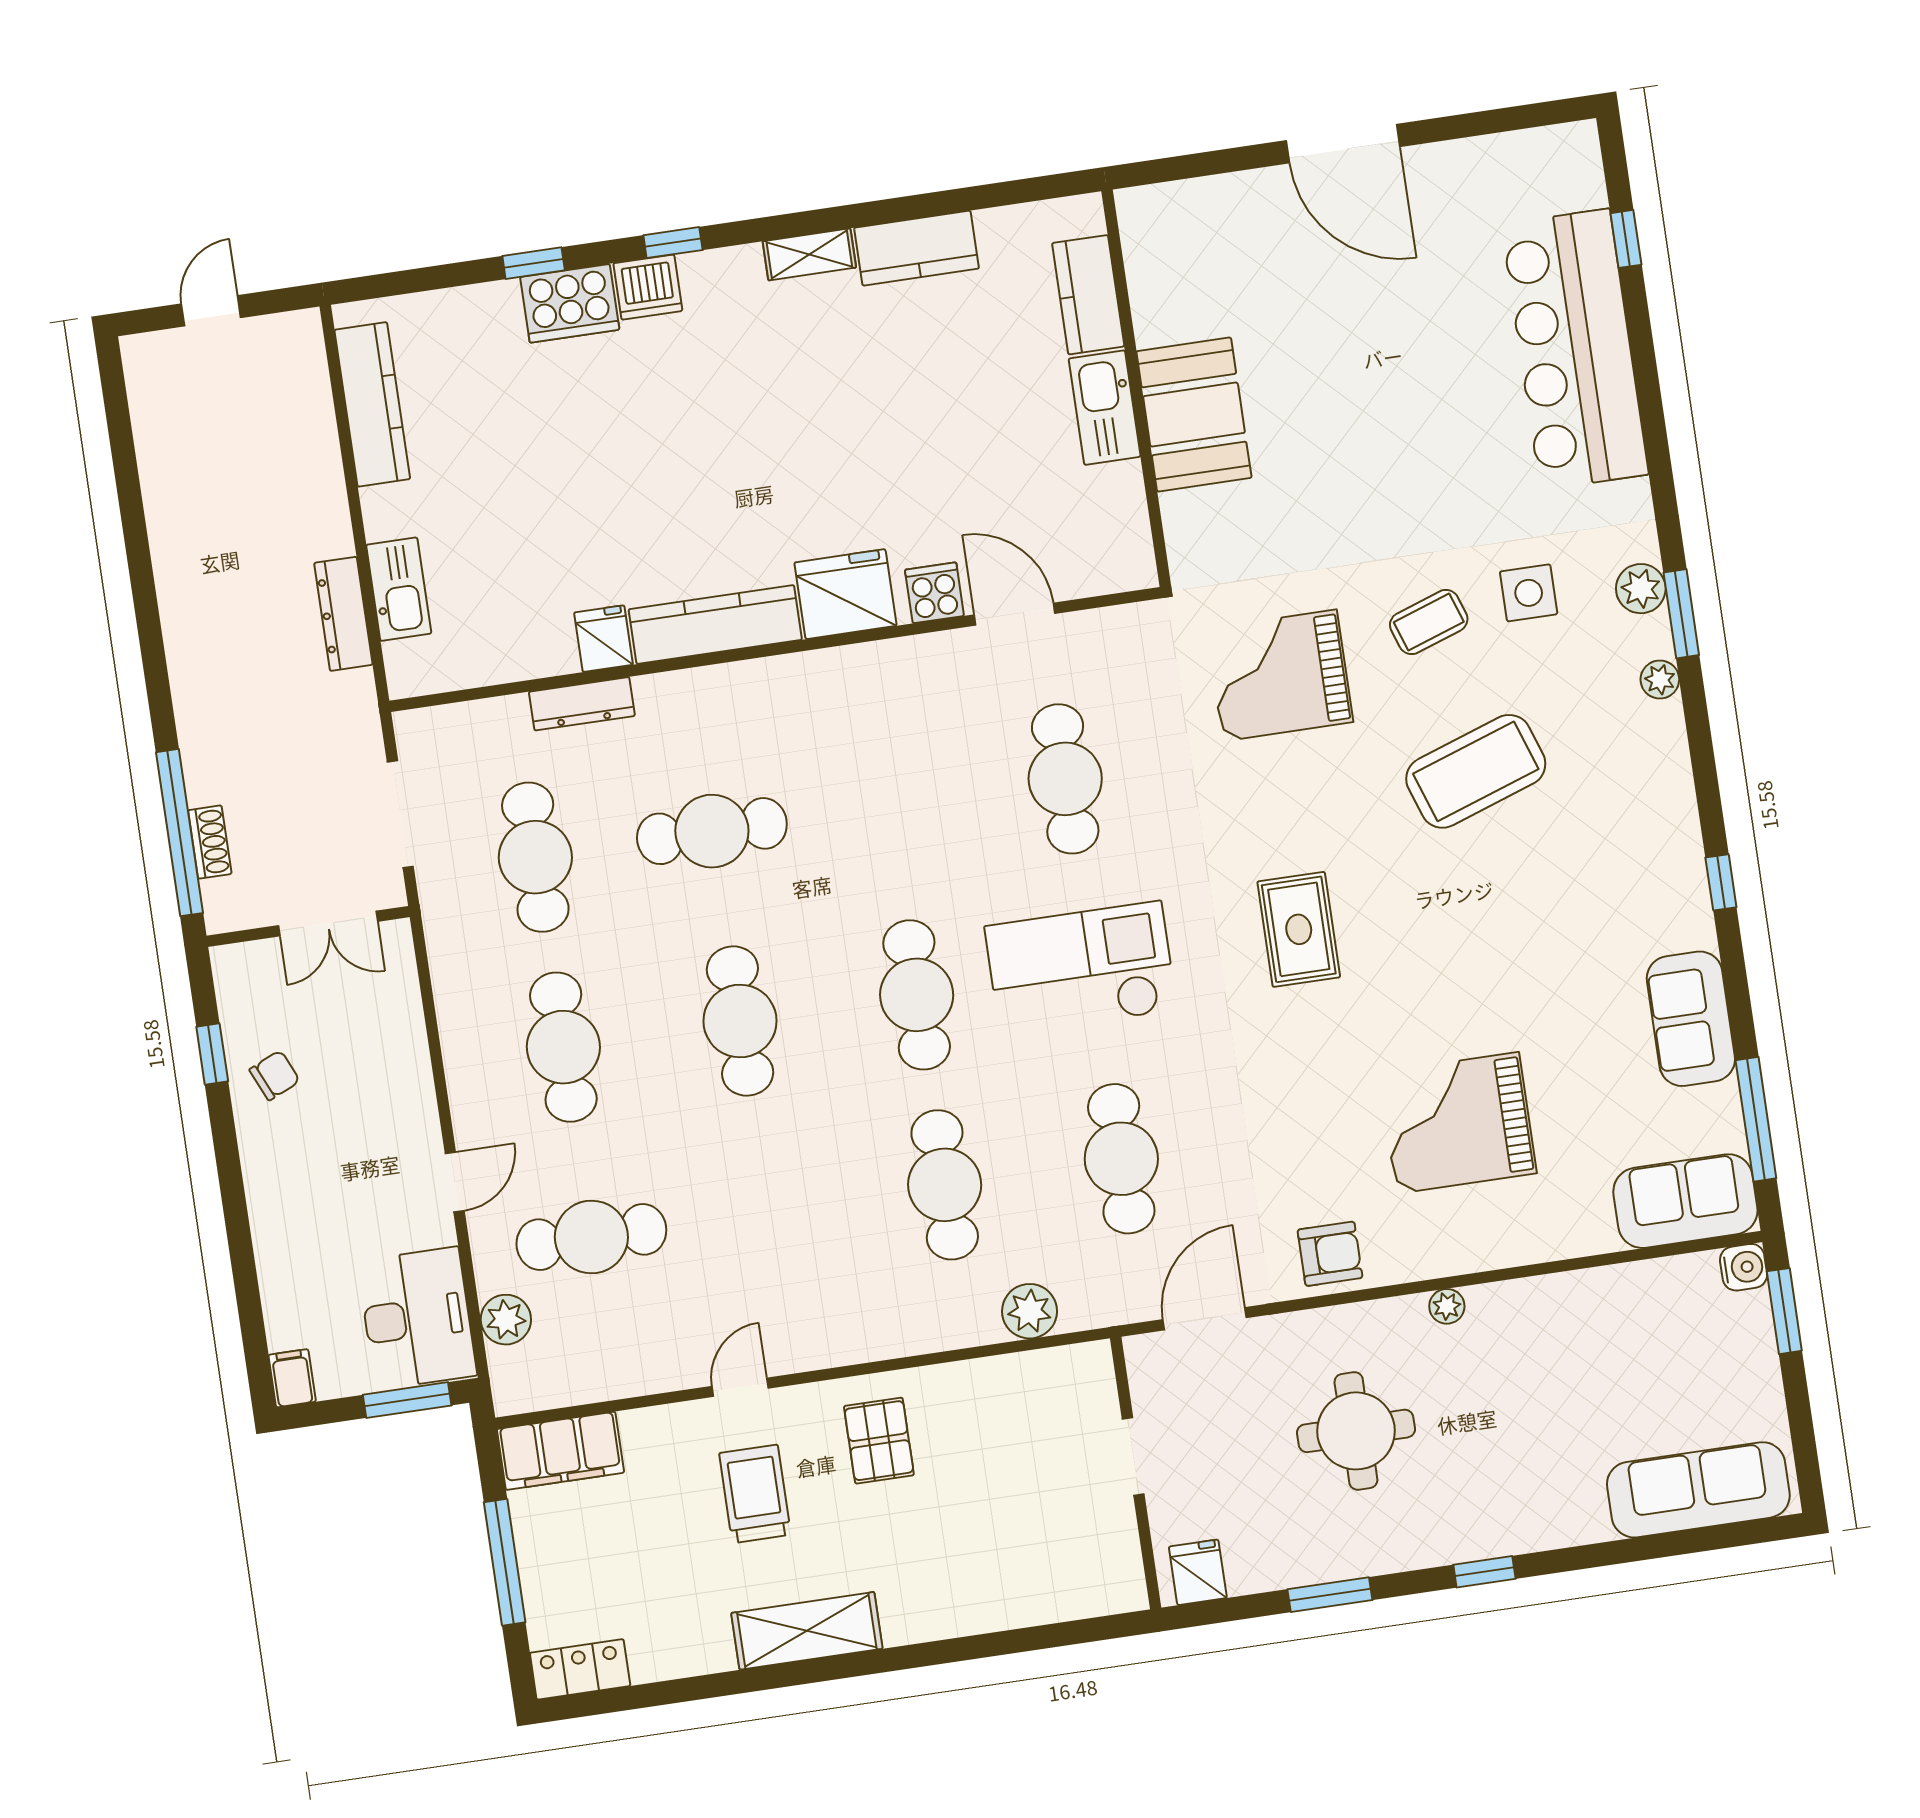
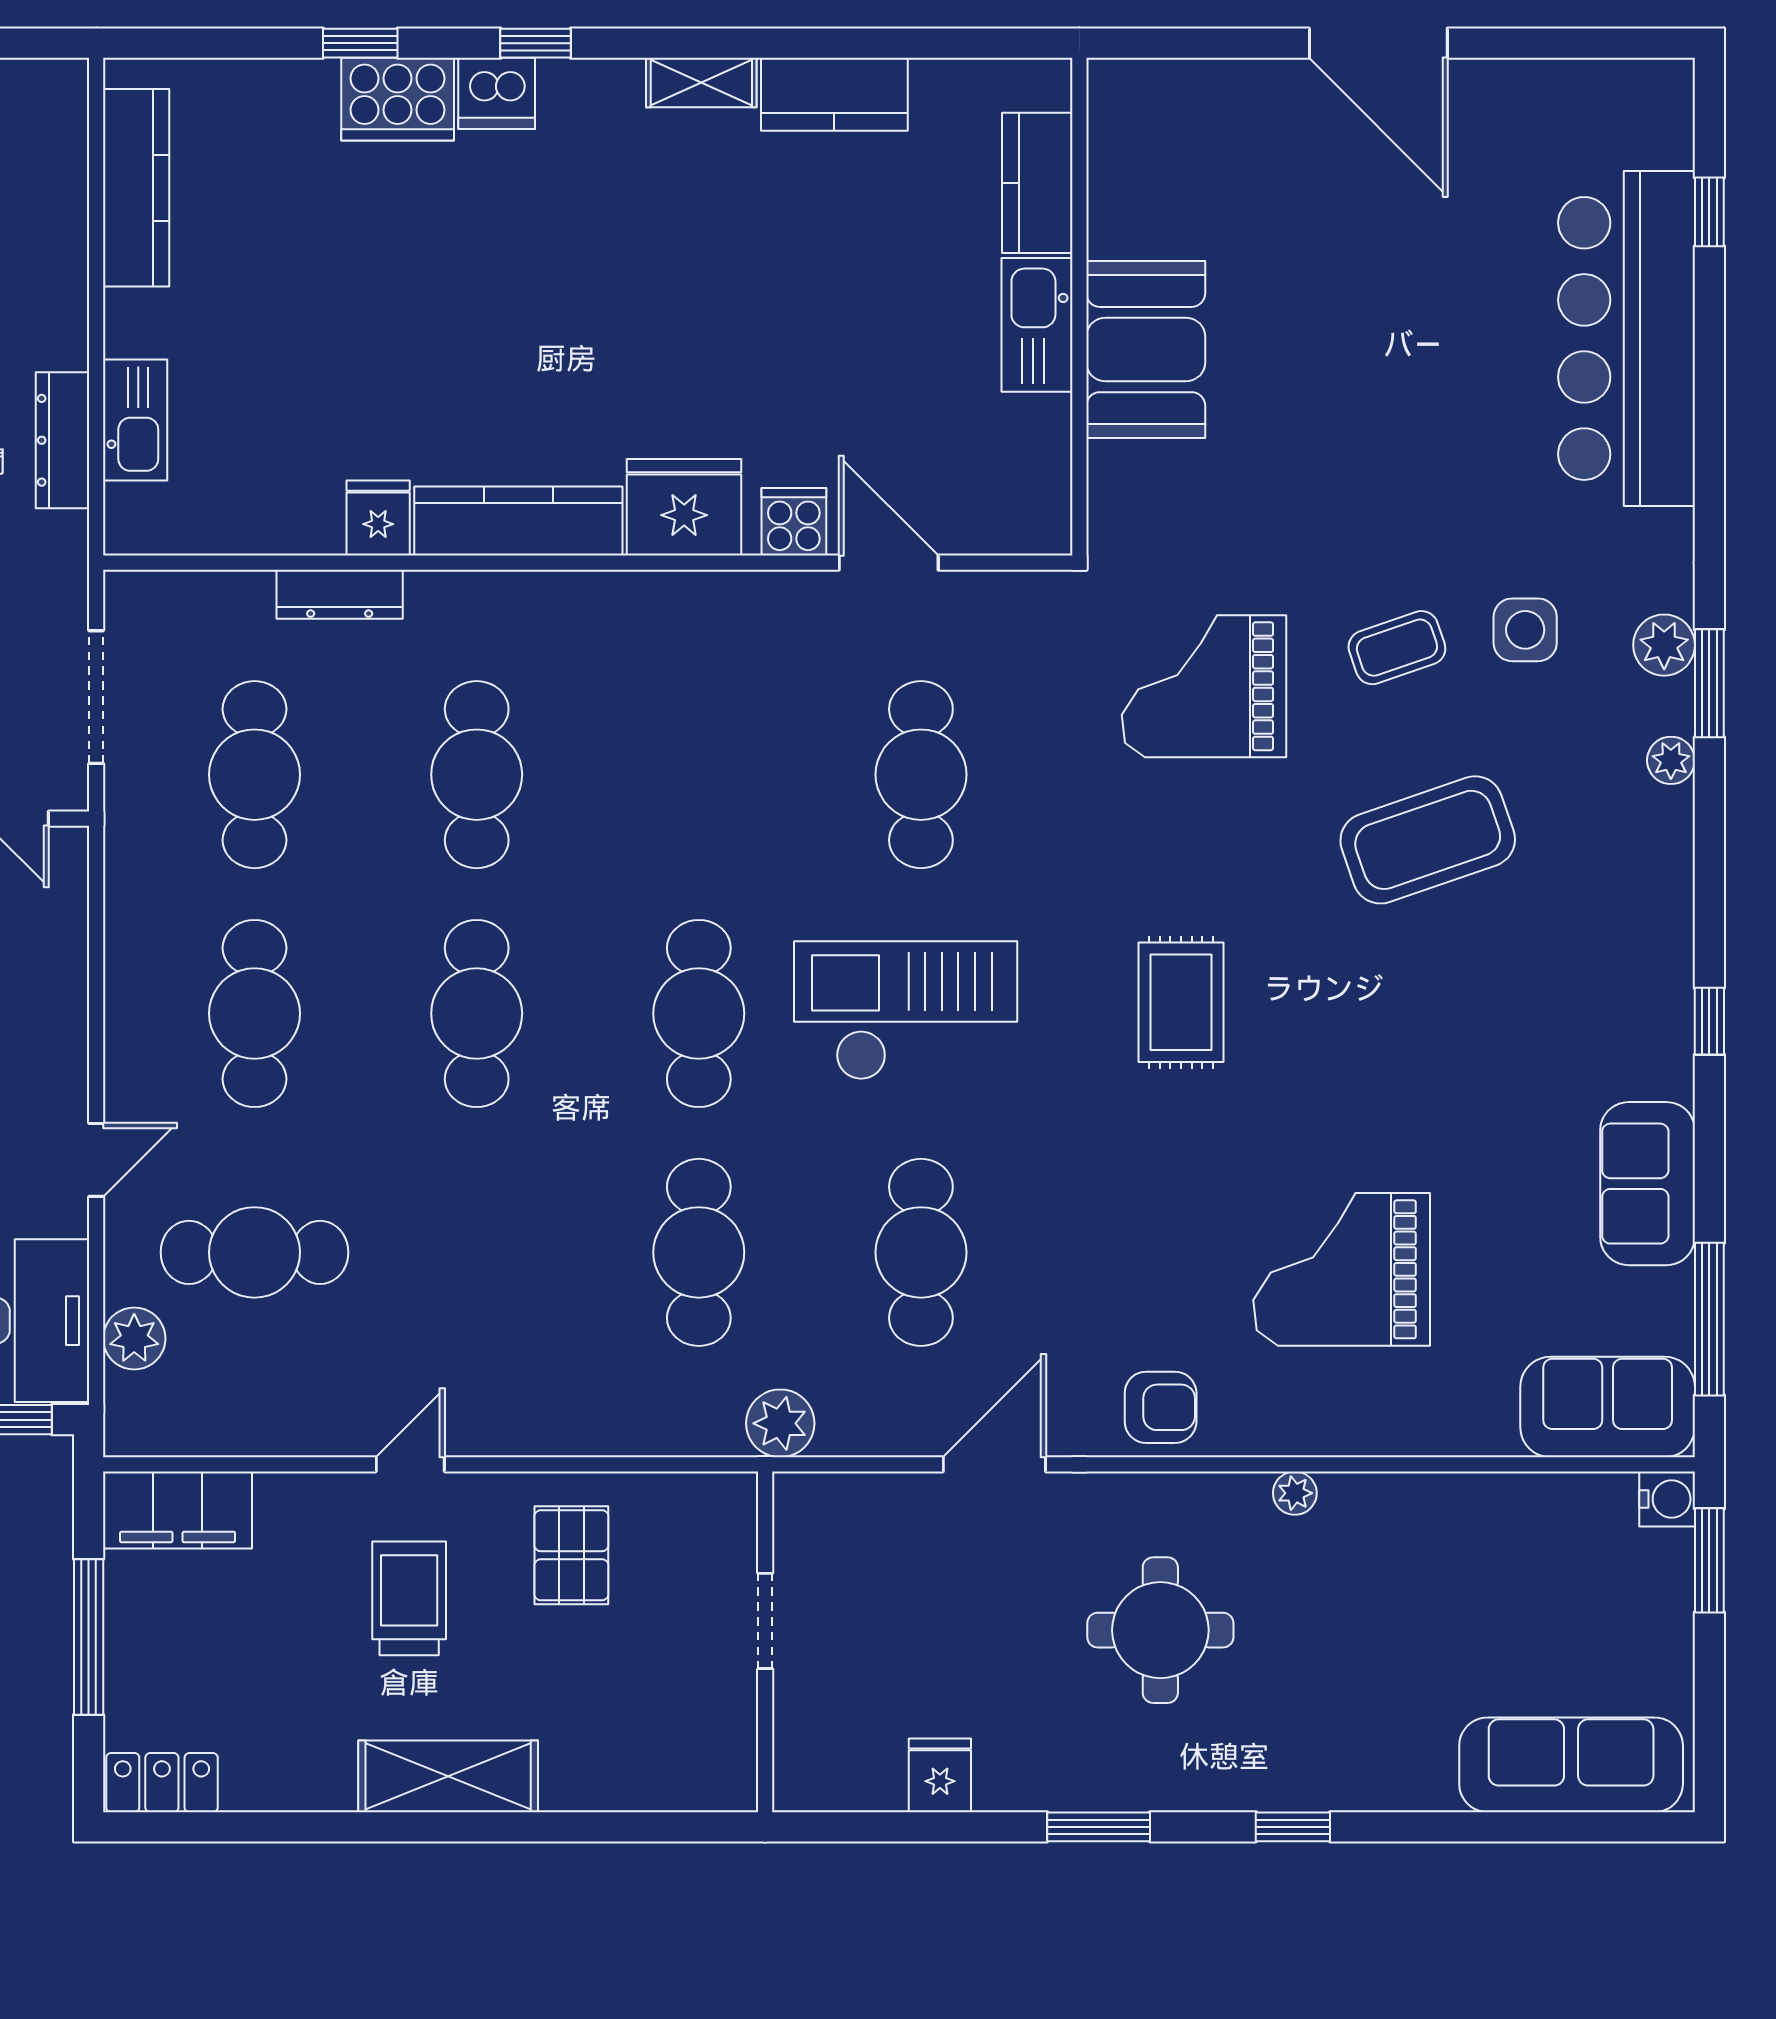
cafe table: (712, 831) -> (477, 775), turned 90
doorway: (1133, 1456) -> (765, 1621), moved
wall: (1136, 1473) -> (765, 1642), moved

